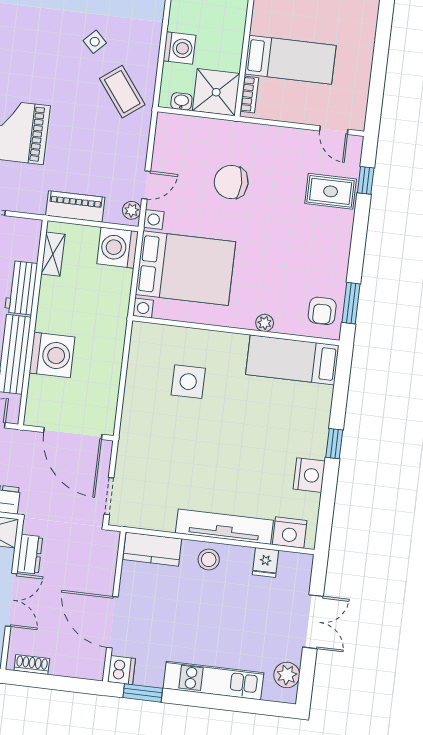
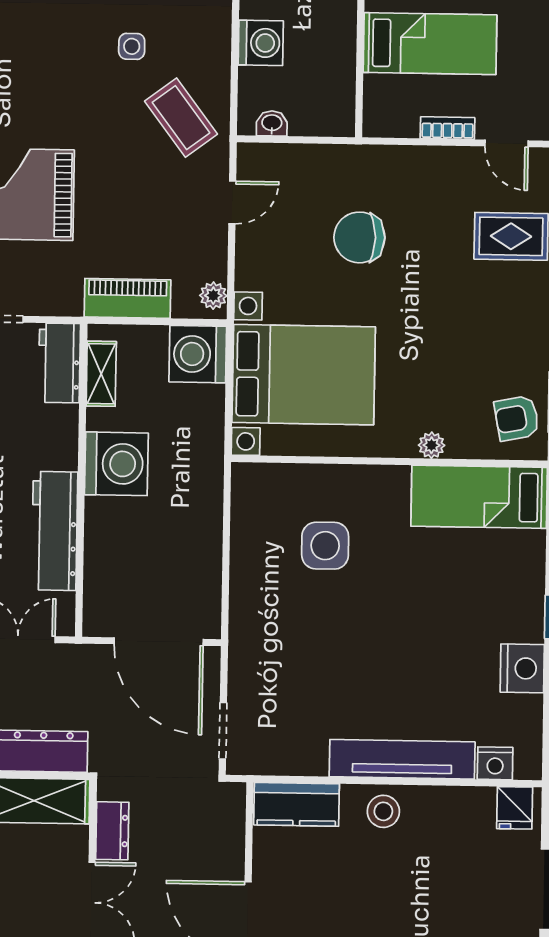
side table: (95, 42) -> (132, 46), turned 45
shower: (216, 92) -> (323, 104), removed
bookcase: (249, 94) -> (448, 128), moved, turned -90
door: (146, 185) -> (232, 202), moved
workbench: (21, 288) -> (59, 363), moved
armchair: (322, 311) -> (517, 418), turned 79
washing machine: (52, 355) -> (116, 464), moved
nightstand: (290, 533) -> (495, 763), width x0.74, depth x0.75
fridge: (265, 562) -> (515, 808), moved

